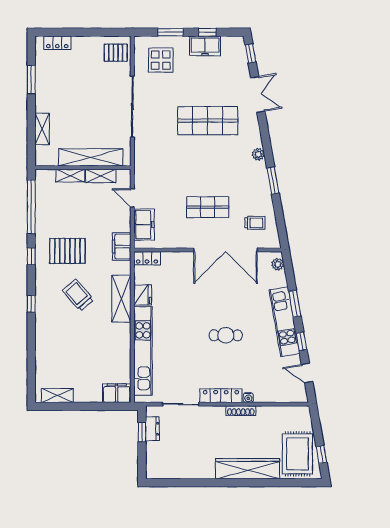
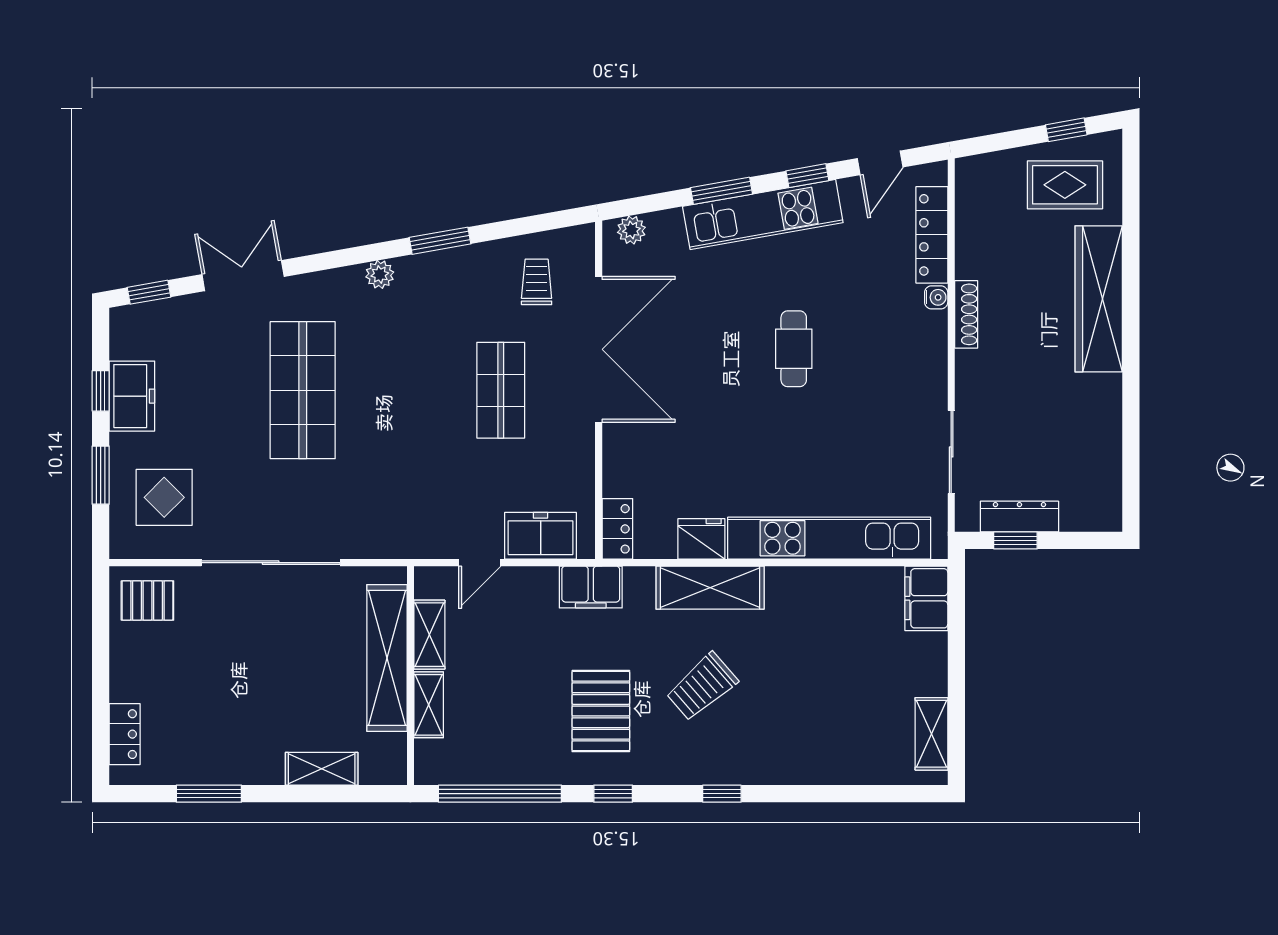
pallet: (116, 53) -> (147, 600), turned 90
locker: (221, 396) -> (932, 235), moved
dresser: (152, 429) -> (1019, 516), width x1.44
rug: (297, 454) -> (1065, 185), width x0.73, depth x0.70

